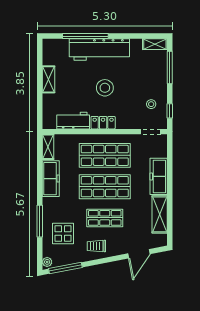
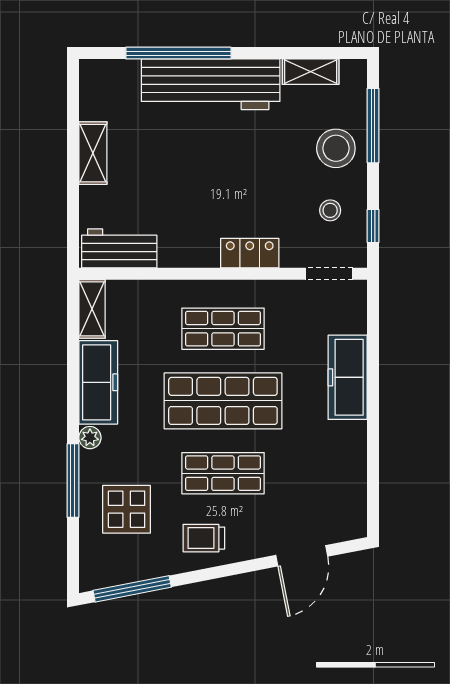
shelving: (155, 44) -> (311, 72), moved
stool: (105, 88) -> (336, 148), moved
workbench: (73, 121) -> (119, 248), moved
locker: (103, 123) -> (250, 253), moved
shop shelf: (105, 155) -> (223, 329), width x0.70, depth x0.74
shelving: (160, 214) -> (350, 465), removed
plant: (47, 262) -> (90, 438), moved

